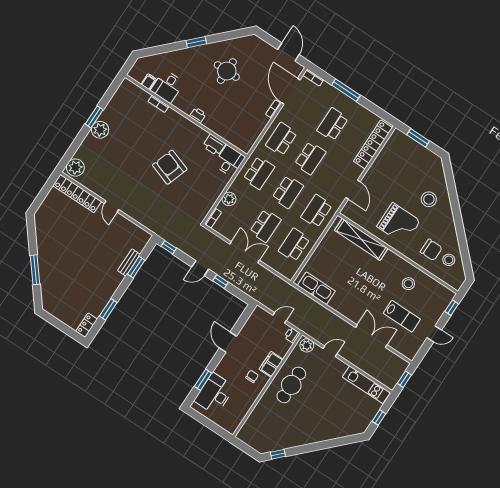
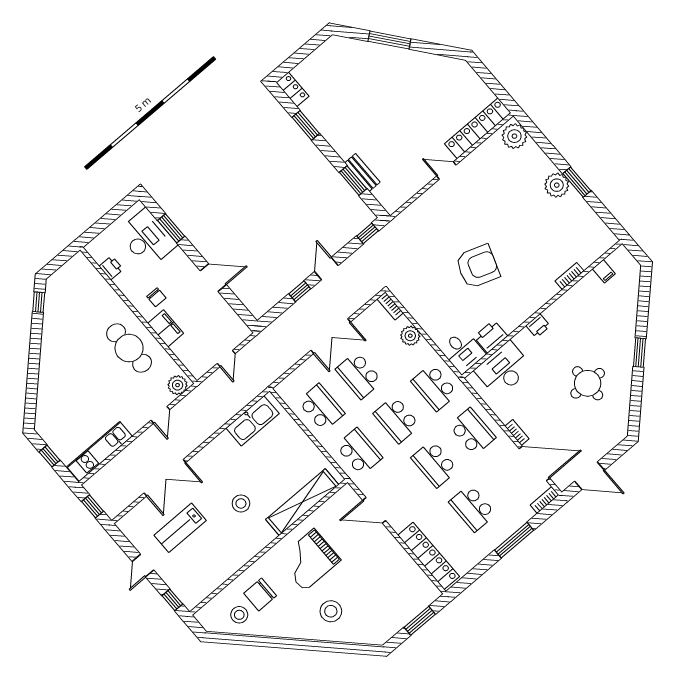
desk: (167, 86) -> (504, 369), moved, width x1.37
school desk: (333, 124) -> (472, 508), turned 180
stool: (408, 284) -> (241, 503), moved
printer: (292, 335) -> (111, 268), moved

